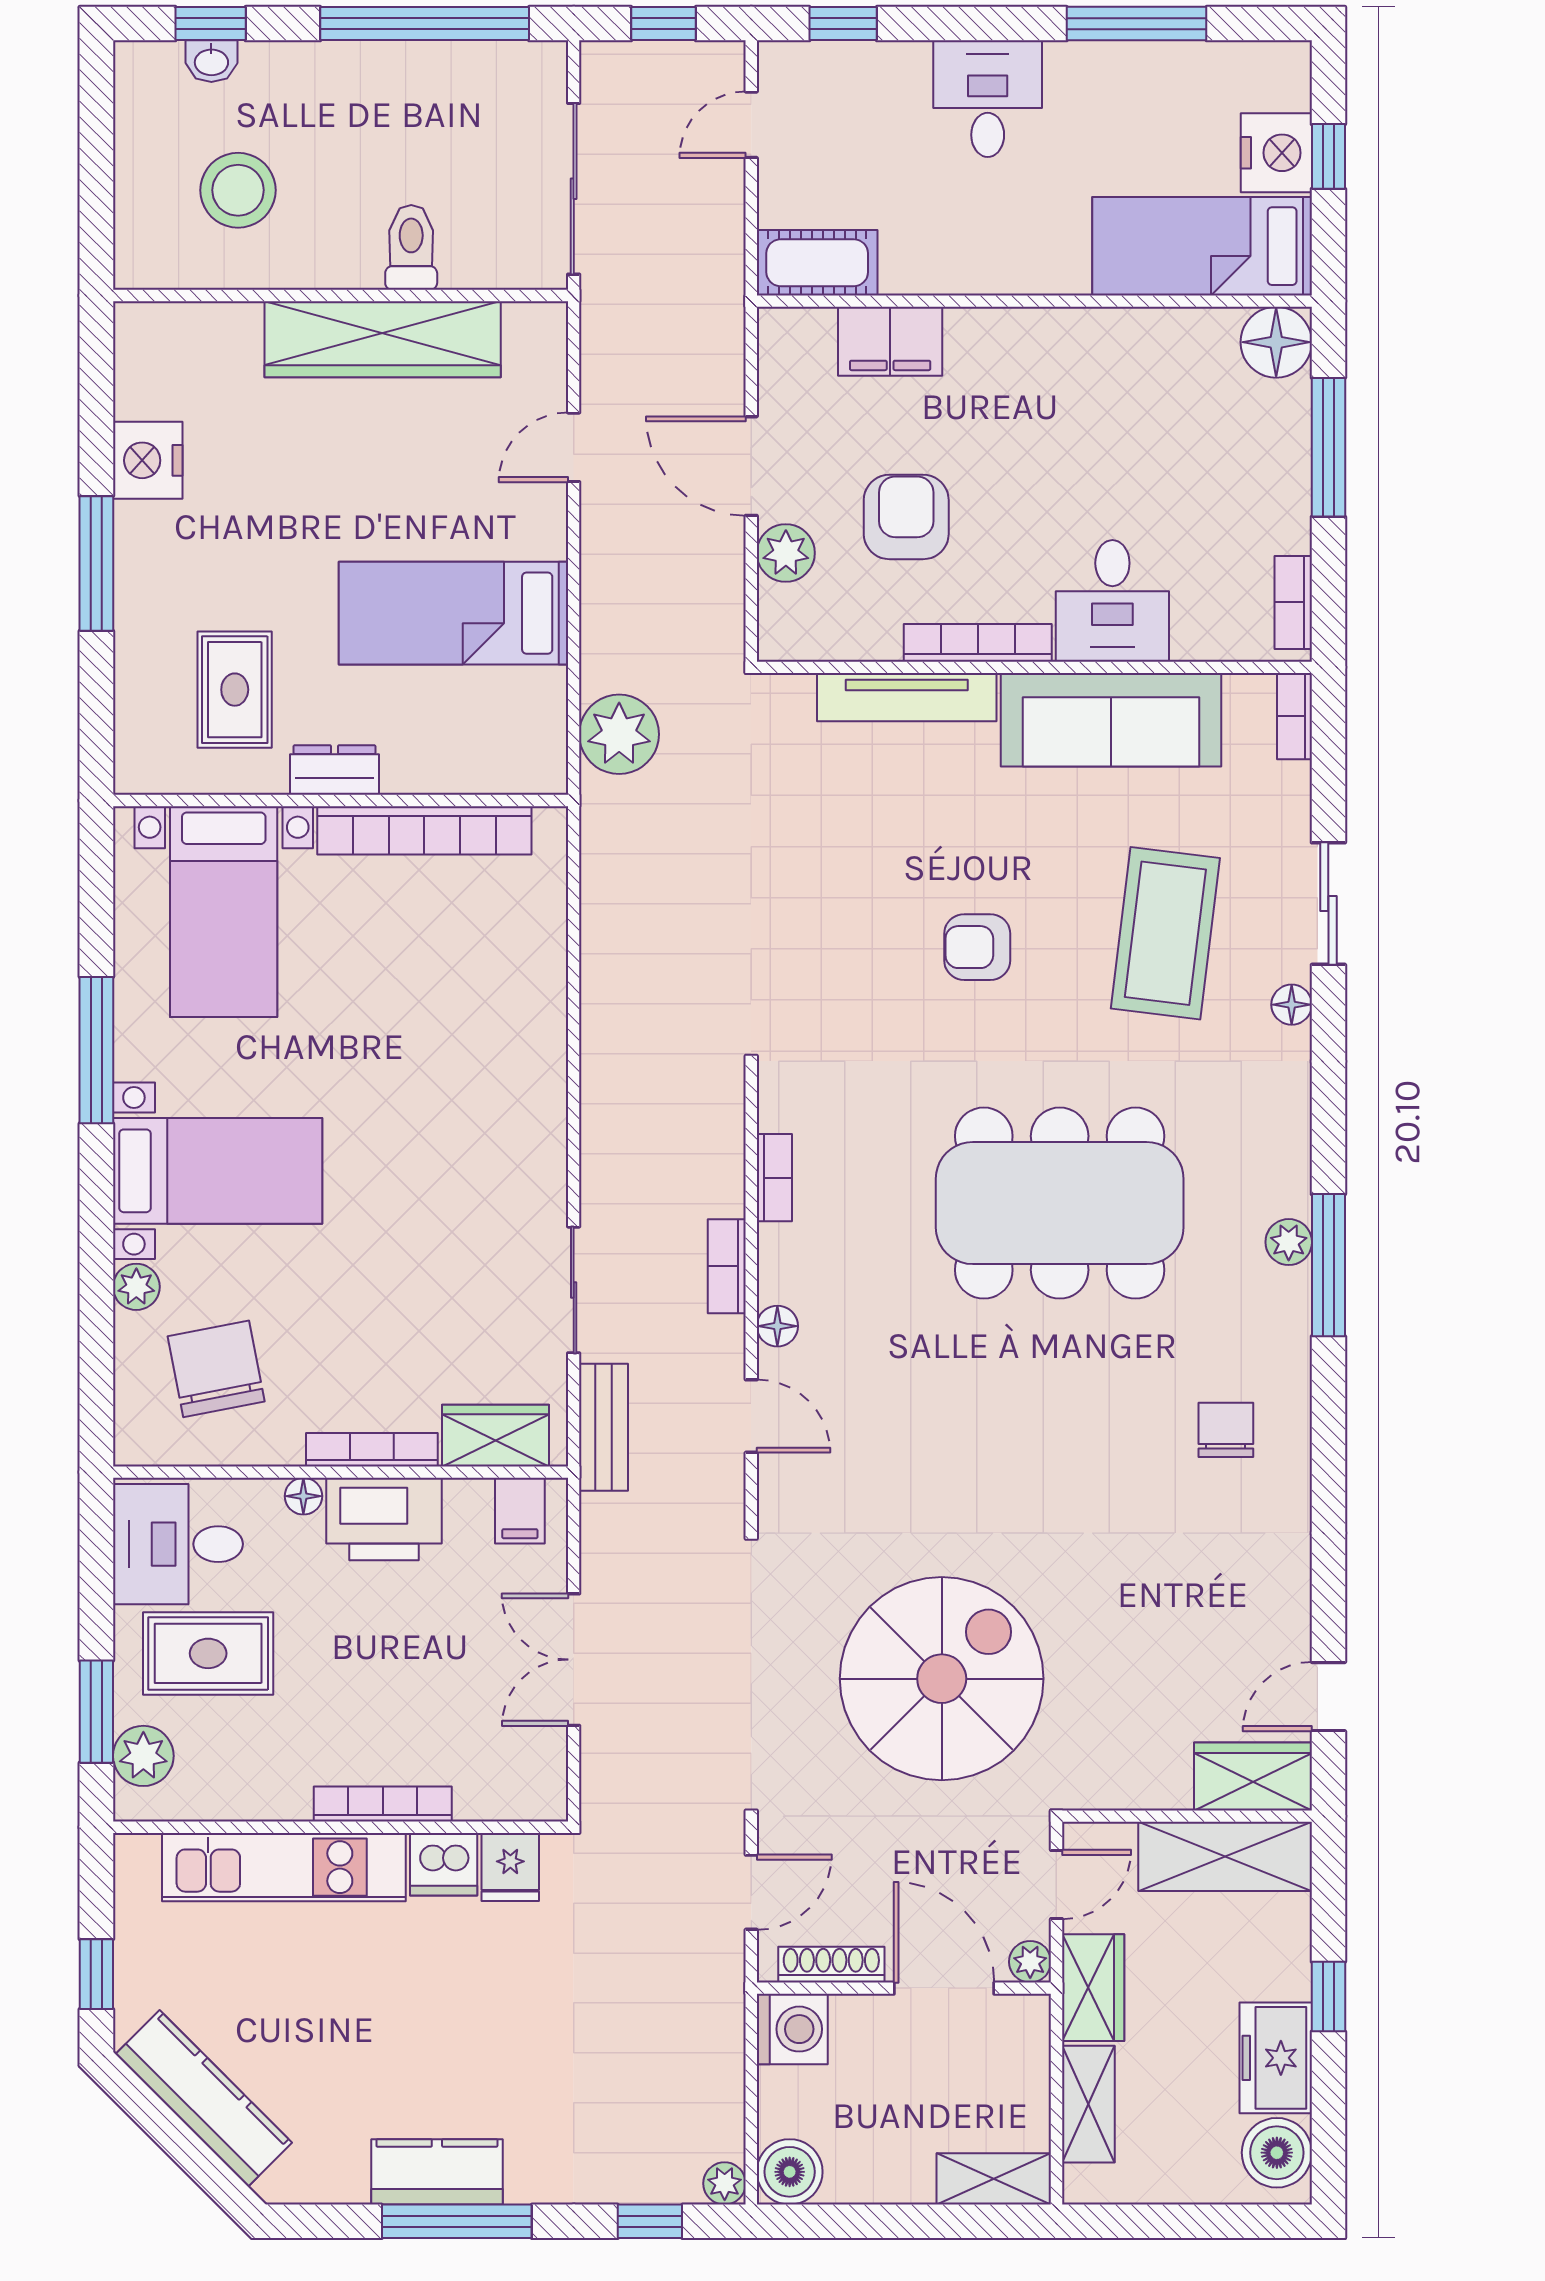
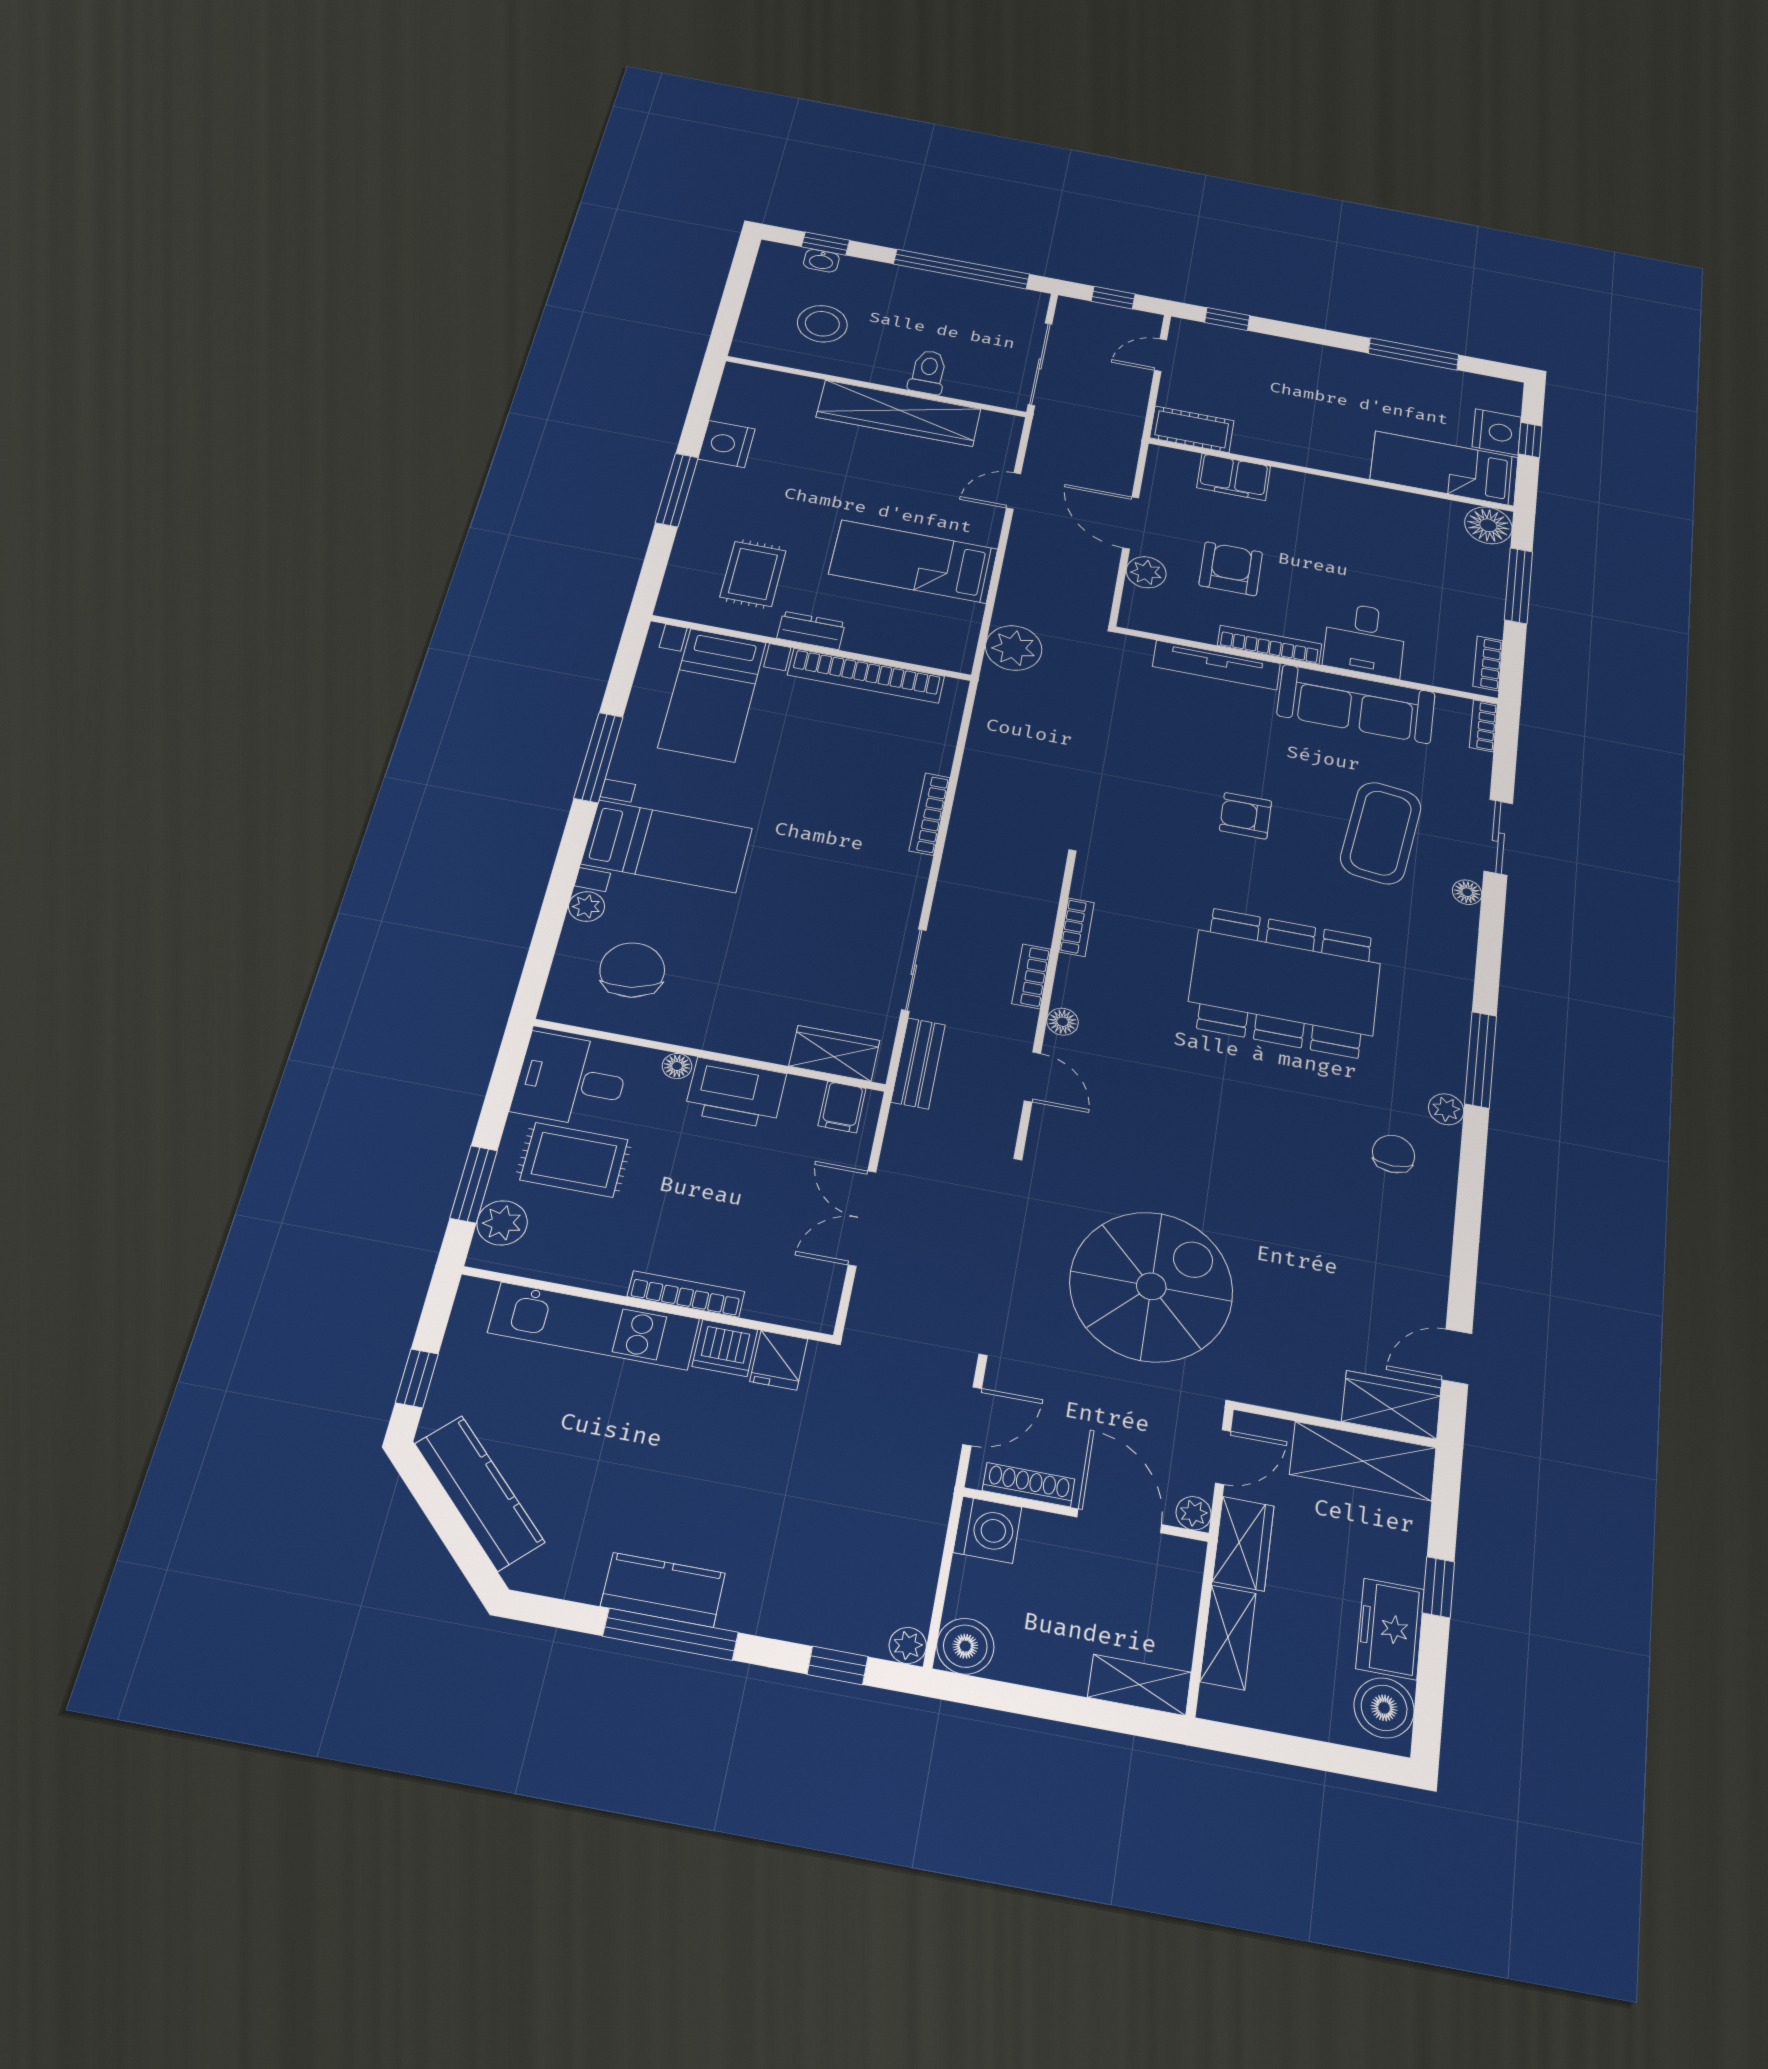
desk: (988, 99) -> (1314, 371), removed
plant: (1289, 1242) -> (1446, 1109), moved
bookcase: (372, 1450) -> (929, 814), moved, turned -90

